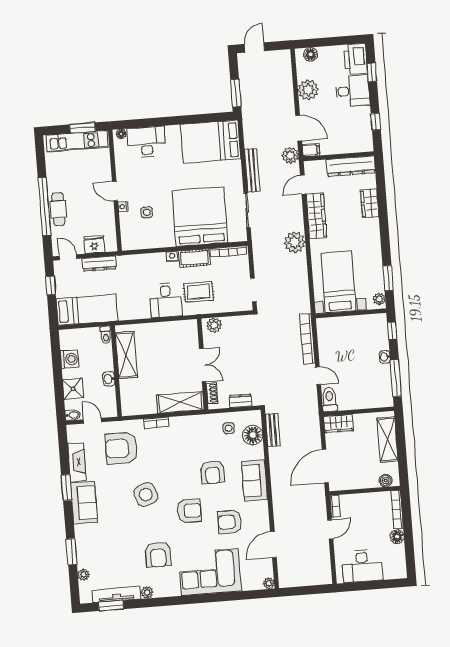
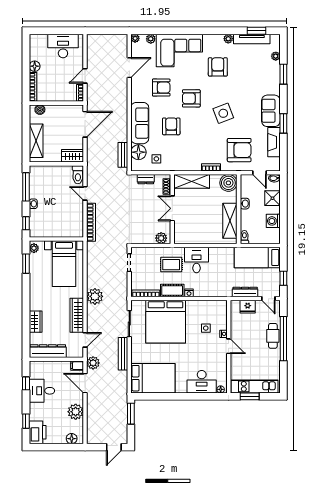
desk: (352, 91) -> (42, 391), moved
boiler: (132, 404) -> (228, 183), added
sofa: (255, 480) -> (140, 123), width x1.36
plant: (248, 584) -> (151, 39), added

